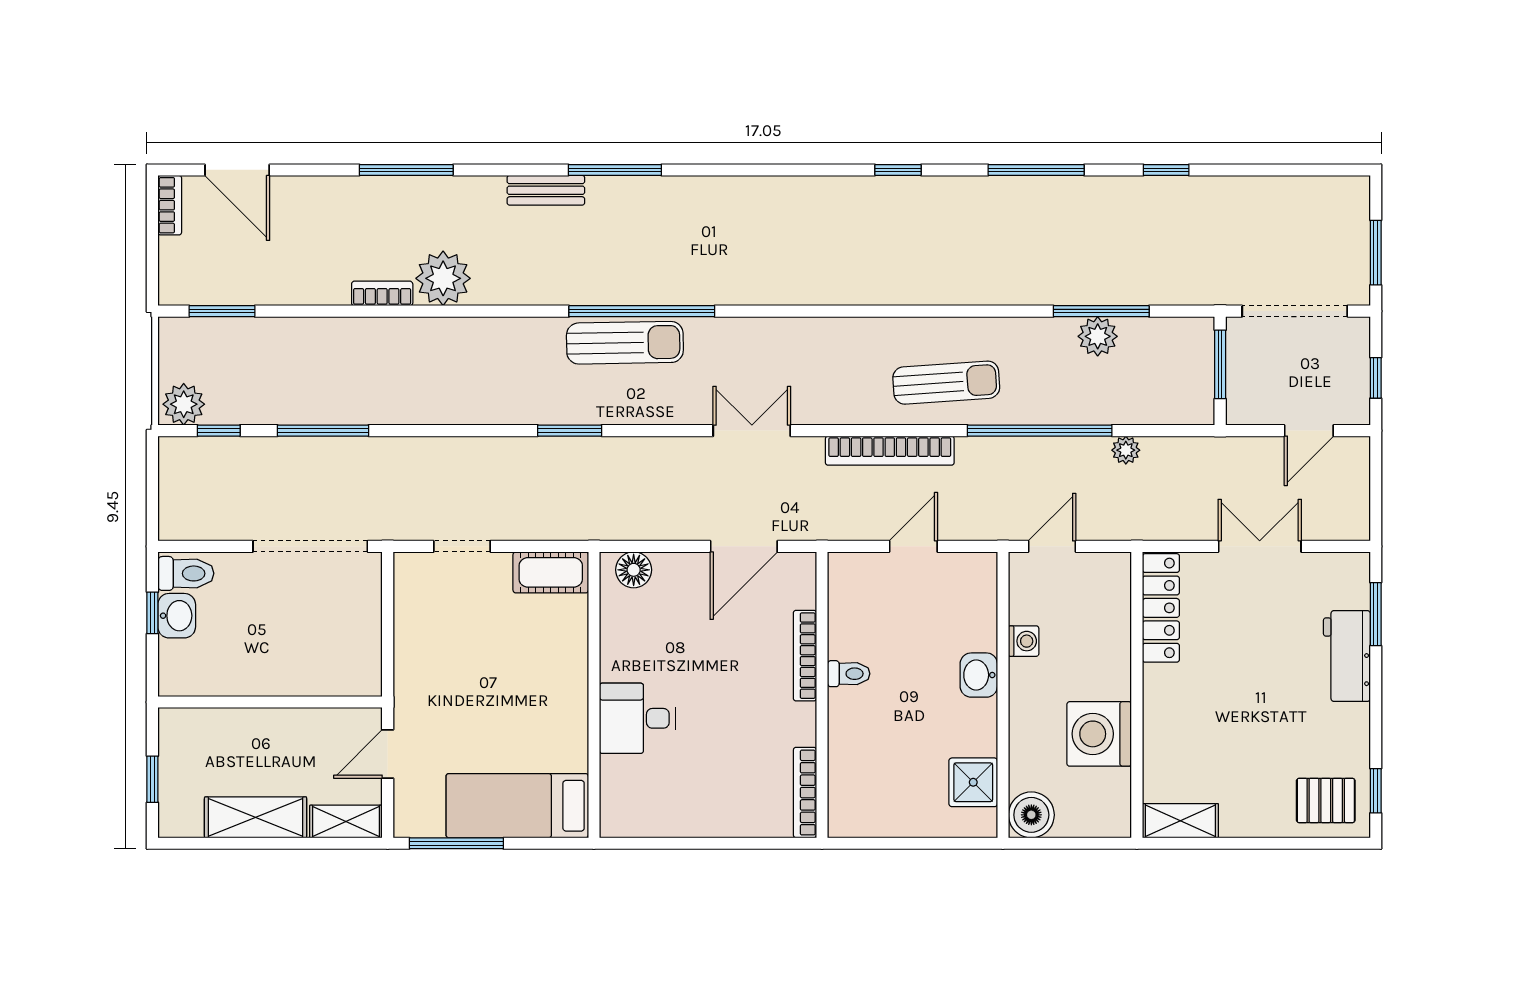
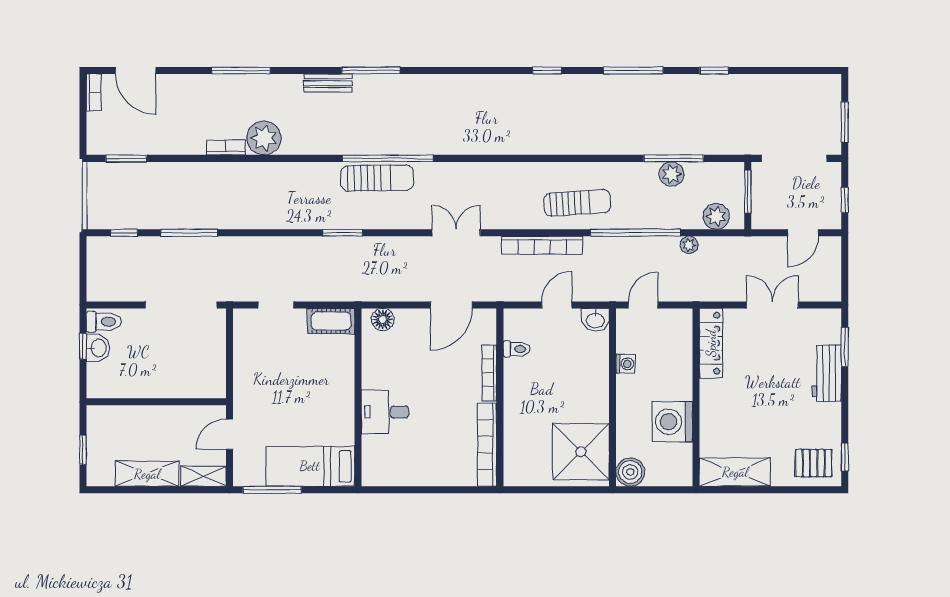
plant: (184, 404) -> (716, 216), moved
toilet: (849, 674) -> (516, 349), moved
washbasin: (979, 675) -> (595, 320), moved, turned -90
shower: (973, 782) -> (581, 452), width x1.86, depth x1.86
bookcase: (805, 793) -> (487, 445), width x1.48, depth x1.31
shelving: (1180, 821) -> (735, 472), width x1.50, depth x1.33

